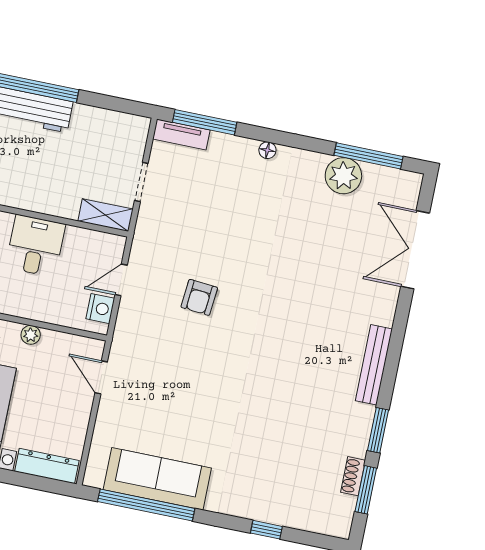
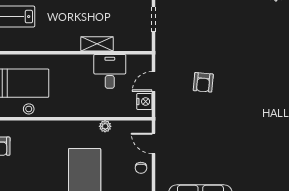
shelving: (105, 215) -> (97, 44), moved
desk: (35, 246) -> (110, 71), moved
chair: (74, 412) -> (141, 168), added

